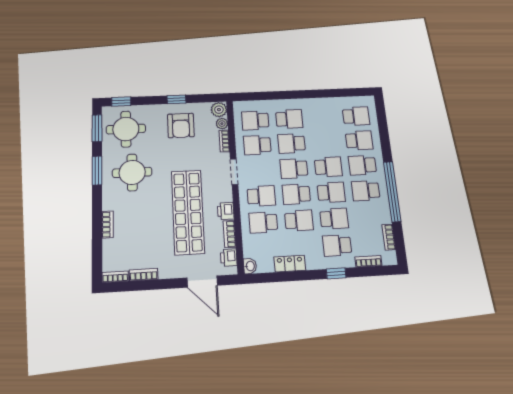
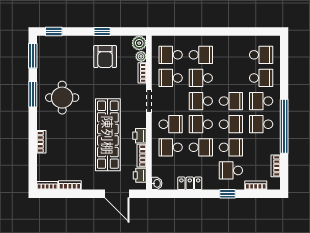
round table: (126, 129) -> (57, 58), removed

